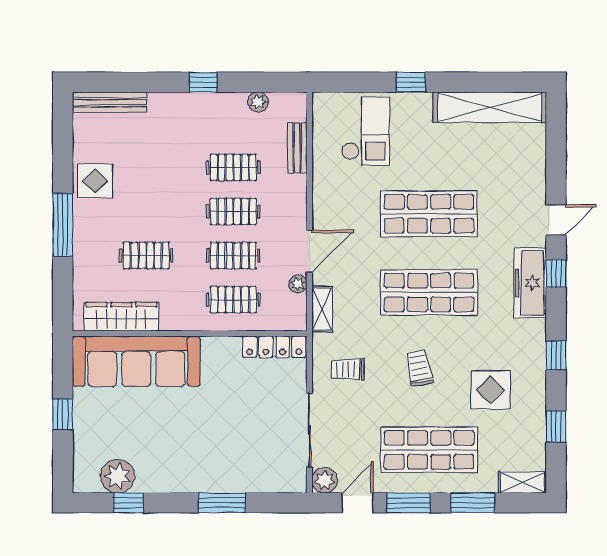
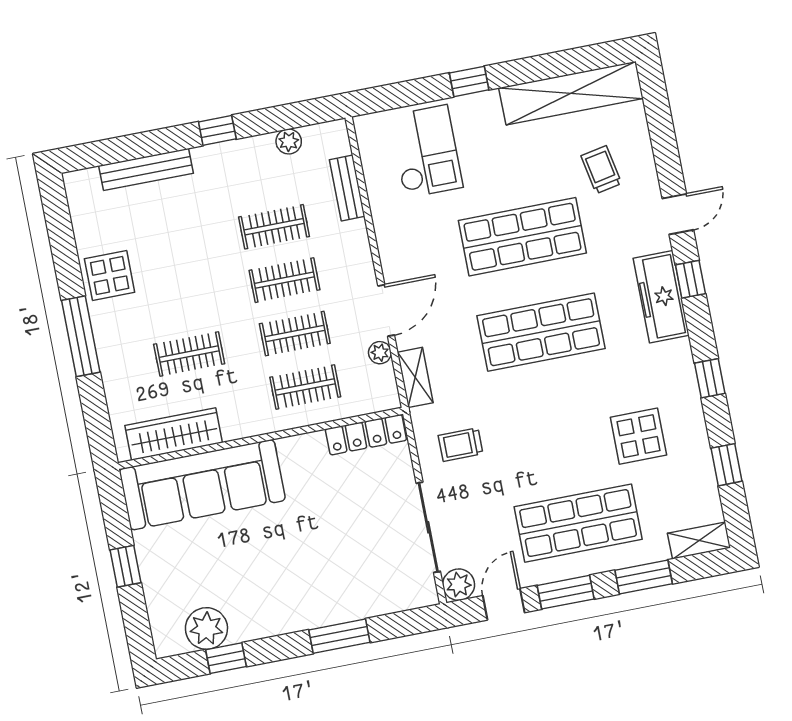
bench: (109, 102) -> (146, 169), moved
trolley: (419, 368) -> (601, 170), moved

